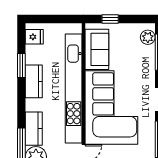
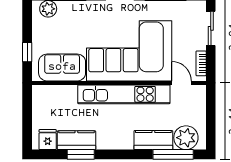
kitchen counter: (34, 81) -> (76, 140), moved
kitchen unit: (74, 88) -> (124, 94), width x0.73

